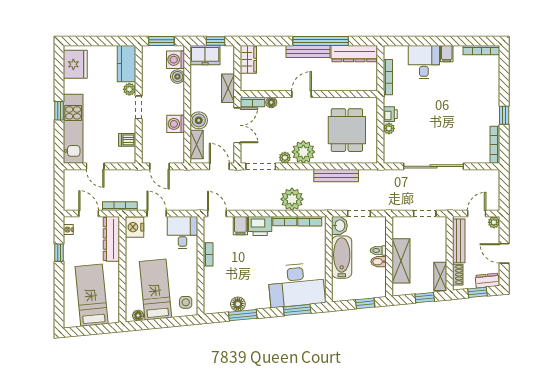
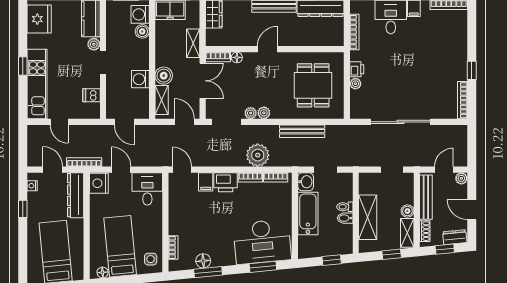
plant: (303, 152) -> (264, 113), width x0.53, depth x0.53
bookcase: (208, 254) -> (173, 247), moved
boiler: (440, 255) -> (407, 211), added

